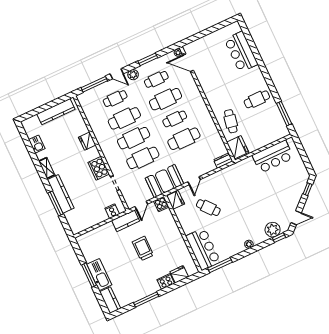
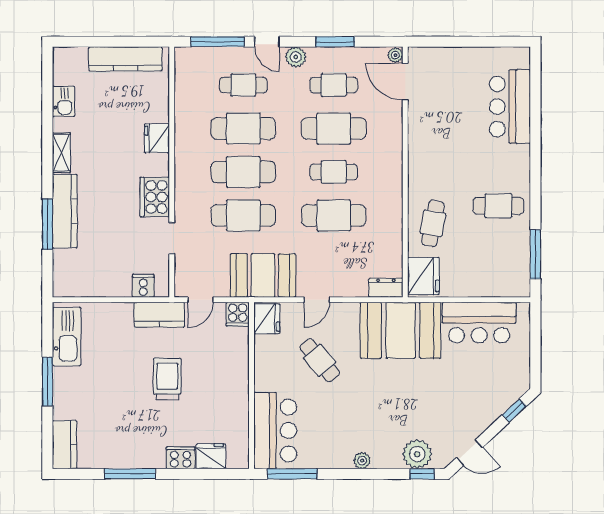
booth: (239, 177) -> (401, 330), added
kitchen sink: (99, 275) -> (67, 337), moved

